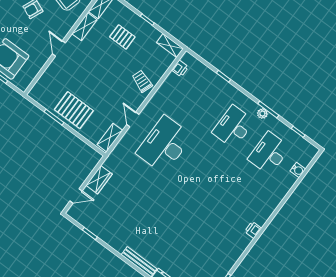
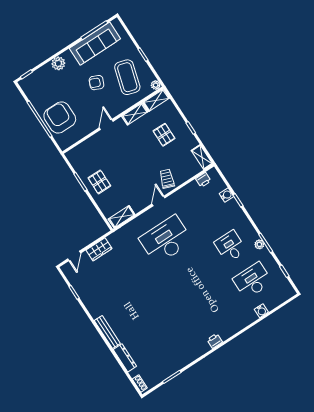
water cooler: (210, 75) -> (226, 195), added
pallet: (74, 110) -> (99, 182), width x0.67, depth x0.71
door: (133, 119) -> (158, 201), moved
desk: (233, 127) -> (230, 246), width x0.73
water cooler: (298, 170) -> (261, 311), moved
door: (76, 196) -> (74, 256), hinge flipped

